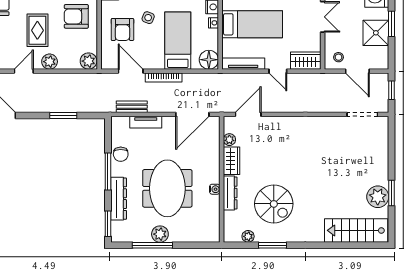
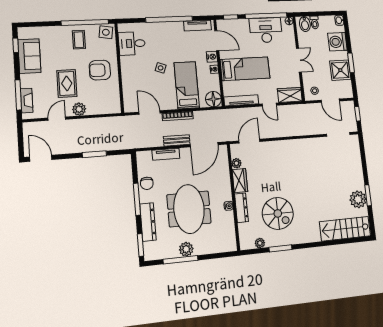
armchair: (122, 30) -> (140, 79), removed
plant: (89, 61) -> (113, 107), removed
bench: (132, 107) -> (177, 140), moved

